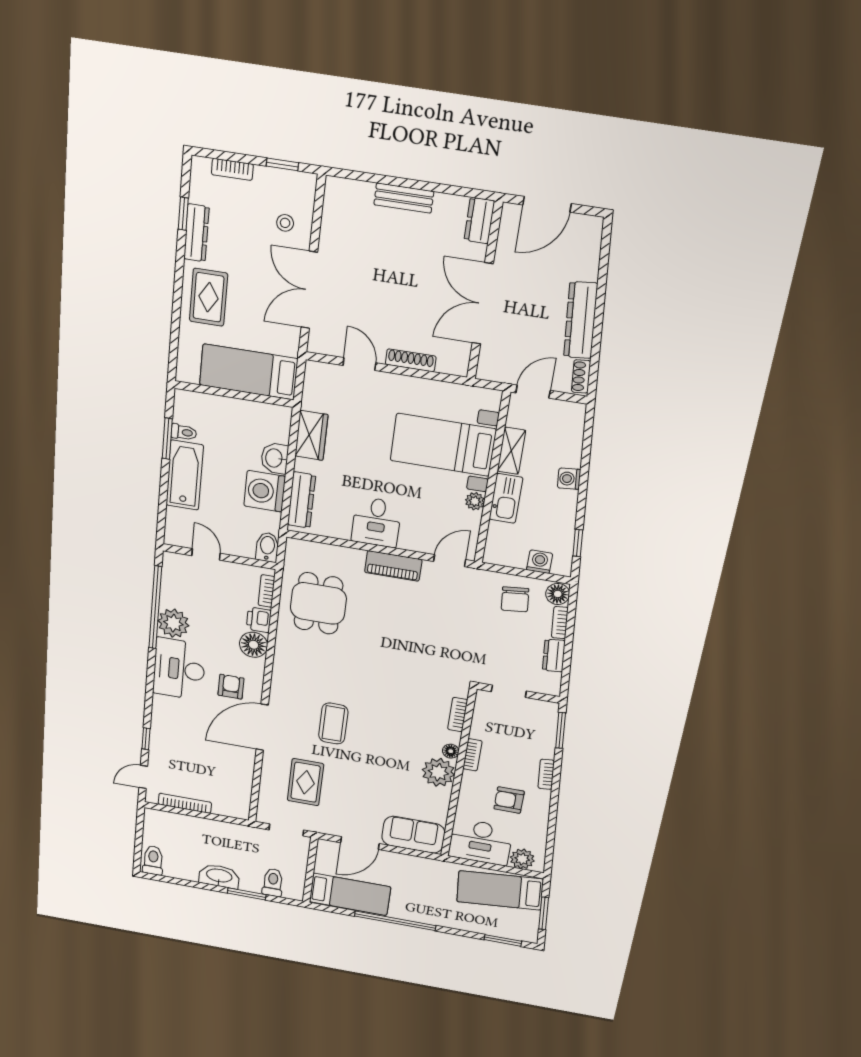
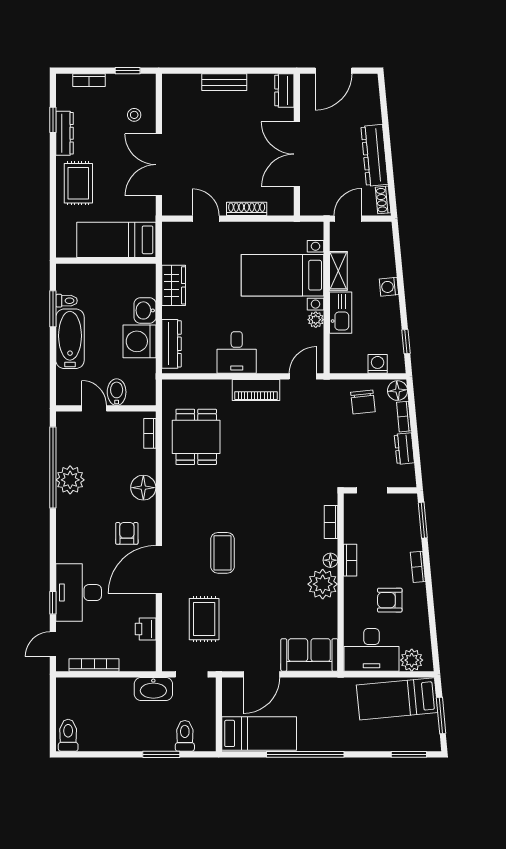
bidet: (267, 547) -> (117, 392), moved
printer: (259, 620) -> (146, 629), moved
desk: (179, 669) -> (79, 593), moved
washbasin: (219, 876) -> (153, 689), moved, turned 180

